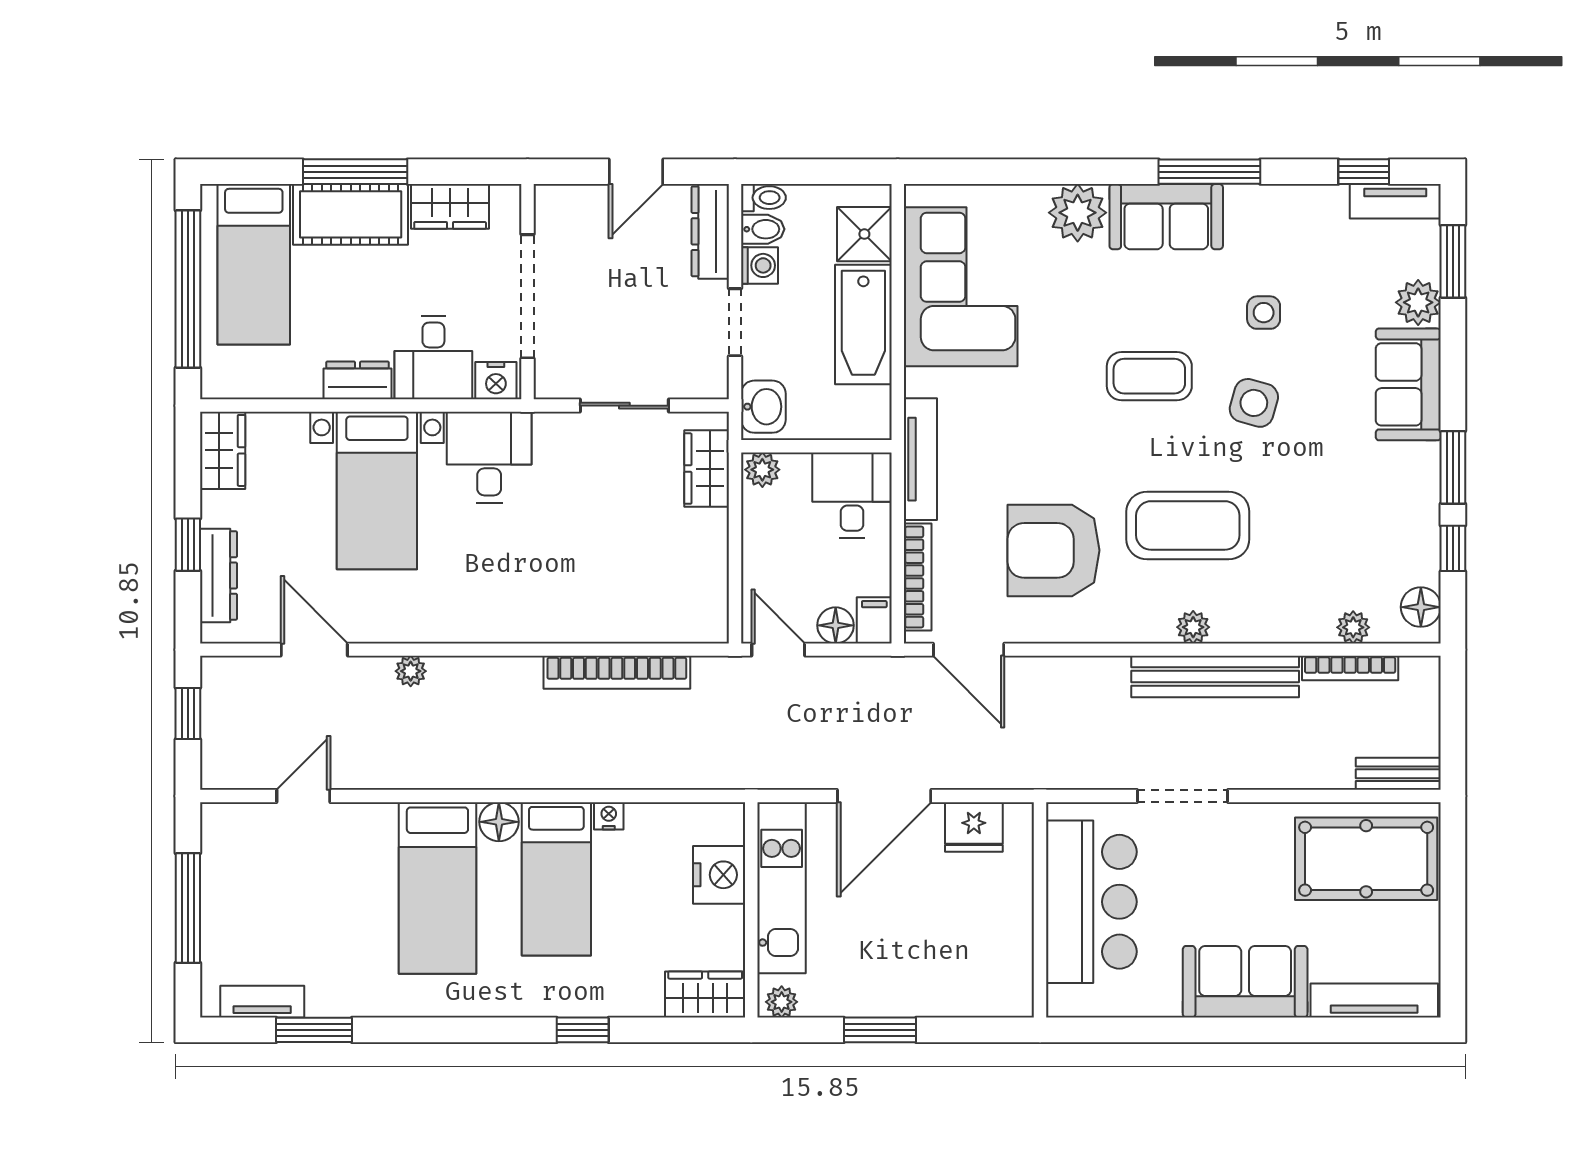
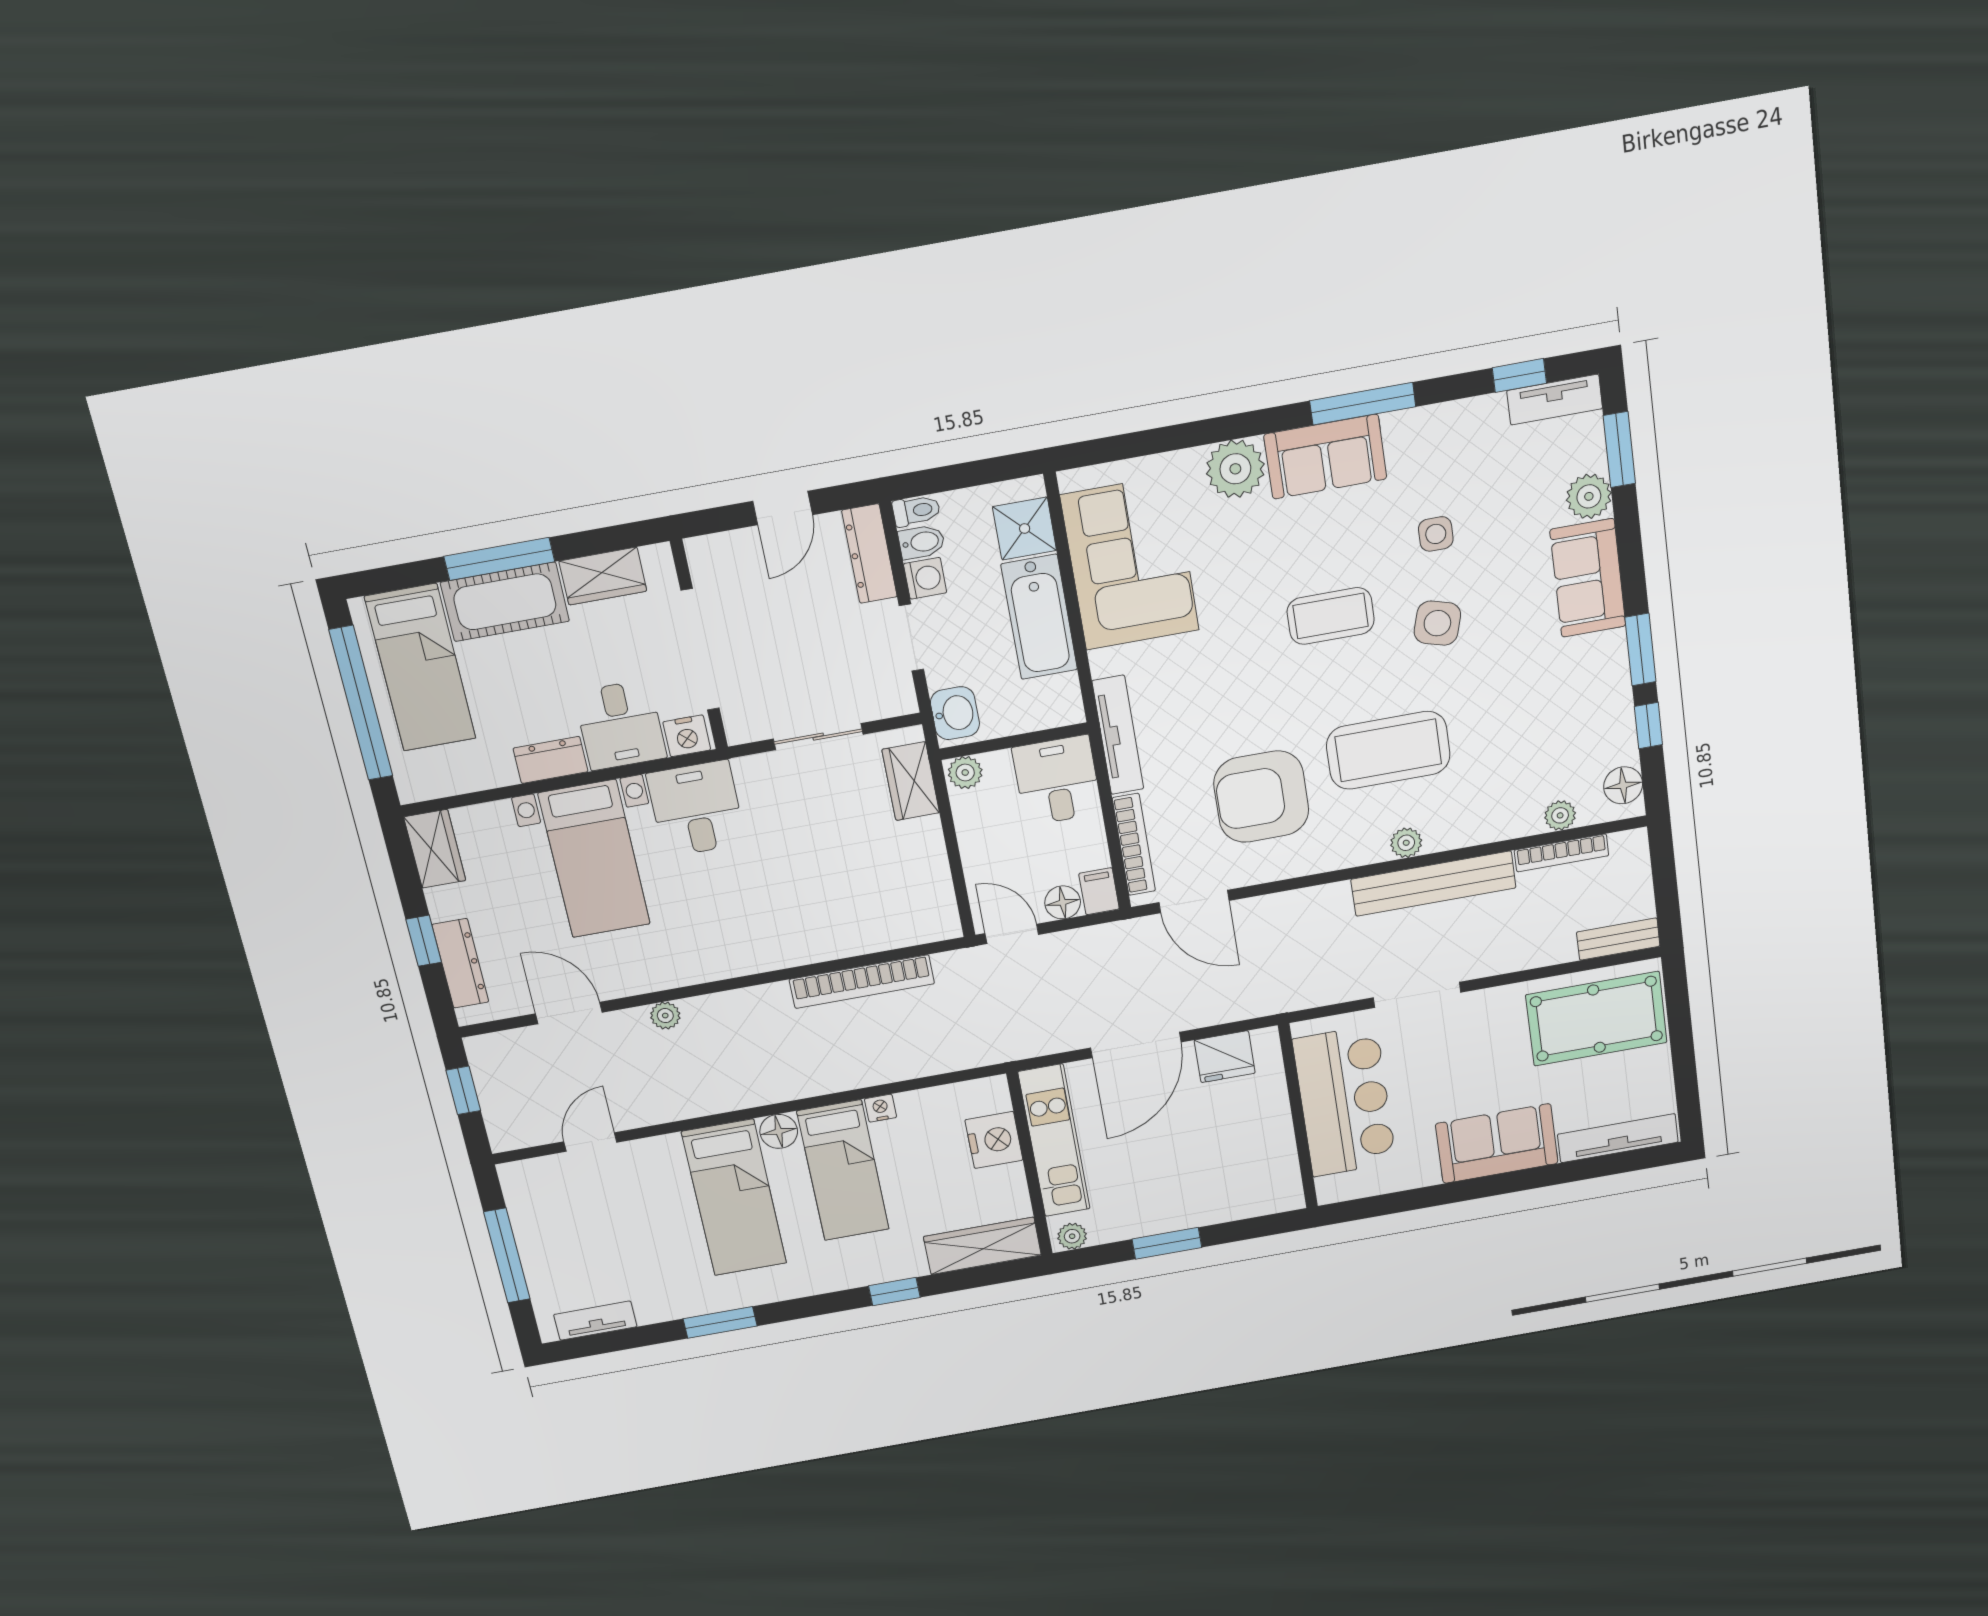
wardrobe: (705, 995) -> (982, 1246), width x1.50
window: (314, 1030) -> (720, 1322), moved

